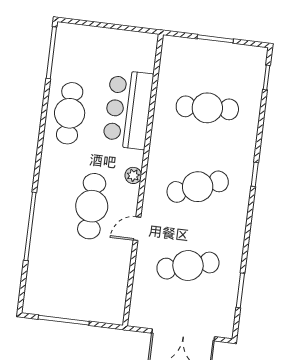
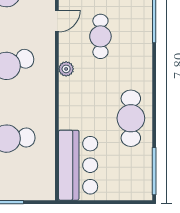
bar counter: (128, 109) -> (78, 165), moved
cafe table: (92, 206) -> (100, 36), width x0.73, depth x0.74

